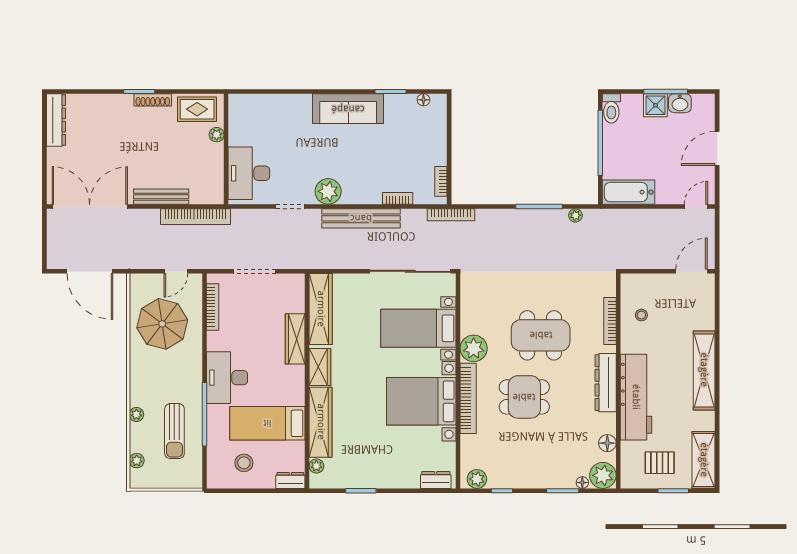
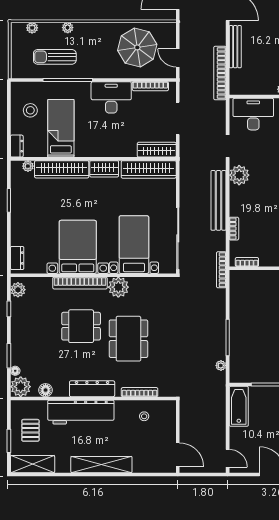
wardrobe: (295, 339) -> (157, 150), moved
desk: (227, 378) -> (111, 97), moved
dining table: (524, 397) -> (81, 326), turned 90

